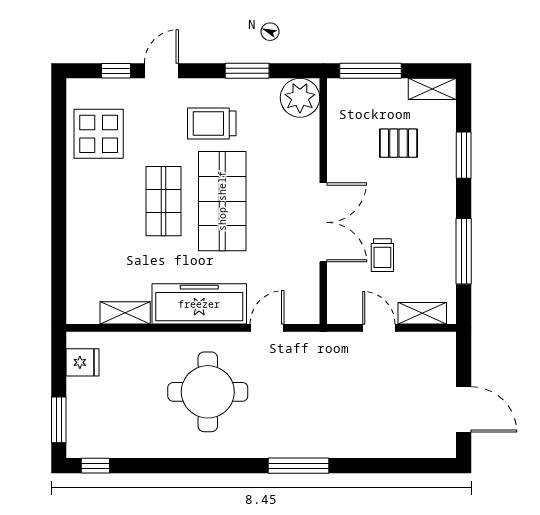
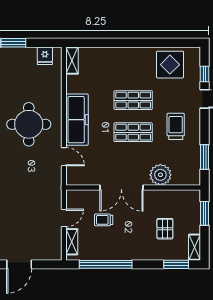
window: (247, 71) -> (205, 157), moved
window: (371, 71) -> (205, 213), width x0.69
plant: (300, 98) -> (160, 175), moved
window: (464, 155) -> (176, 264), moved
shop shelf: (222, 201) -> (133, 132), width x0.70, depth x0.74
window: (464, 251) -> (106, 264), width x1.46
shelving: (125, 313) -> (72, 60), moved

